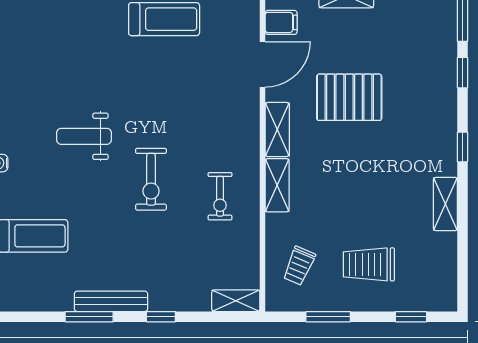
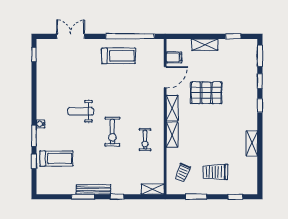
window: (463, 147) -> (260, 105), moved

